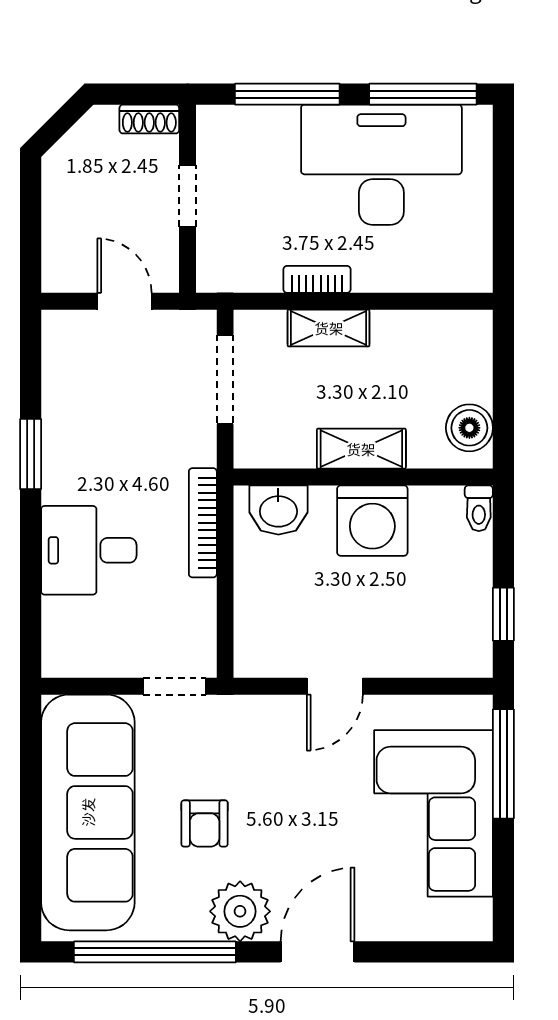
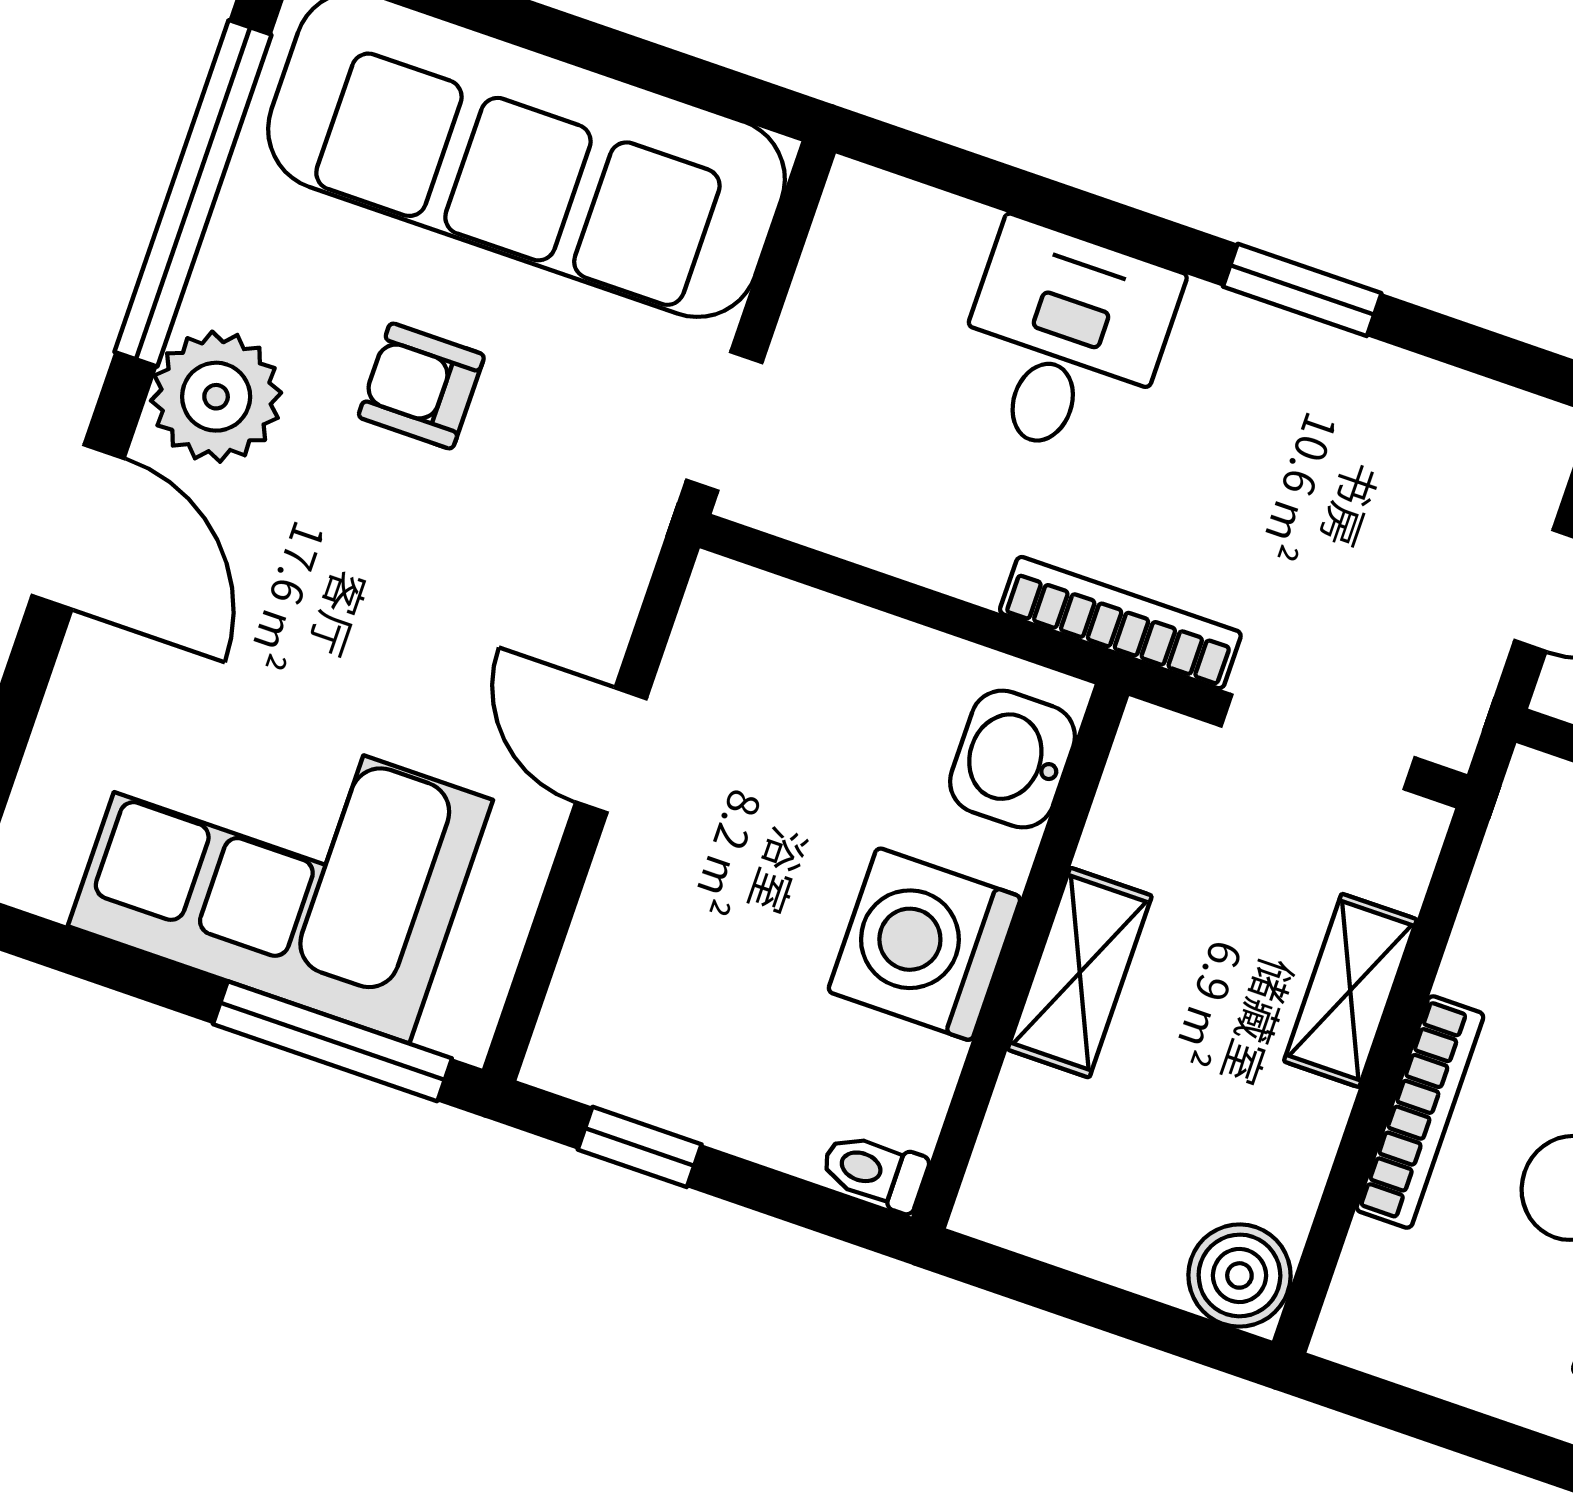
bookcase: (317, 279) -> (1420, 1112), moved, width x1.56
boiler: (469, 428) -> (1239, 1275), moved
bookcase: (203, 523) -> (1120, 623), moved

